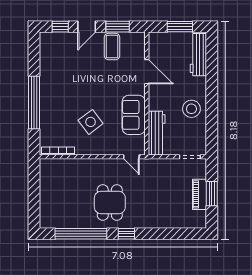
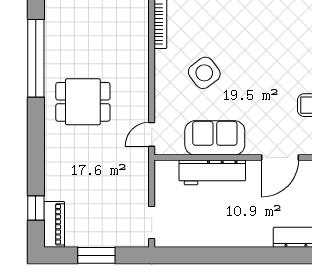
stool: (191, 109) -> (224, 225), removed
workbench: (157, 133) -> (212, 172), moved
piano: (200, 194) -> (54, 224), moved, turned 90
window: (126, 234) -> (36, 208), moved

